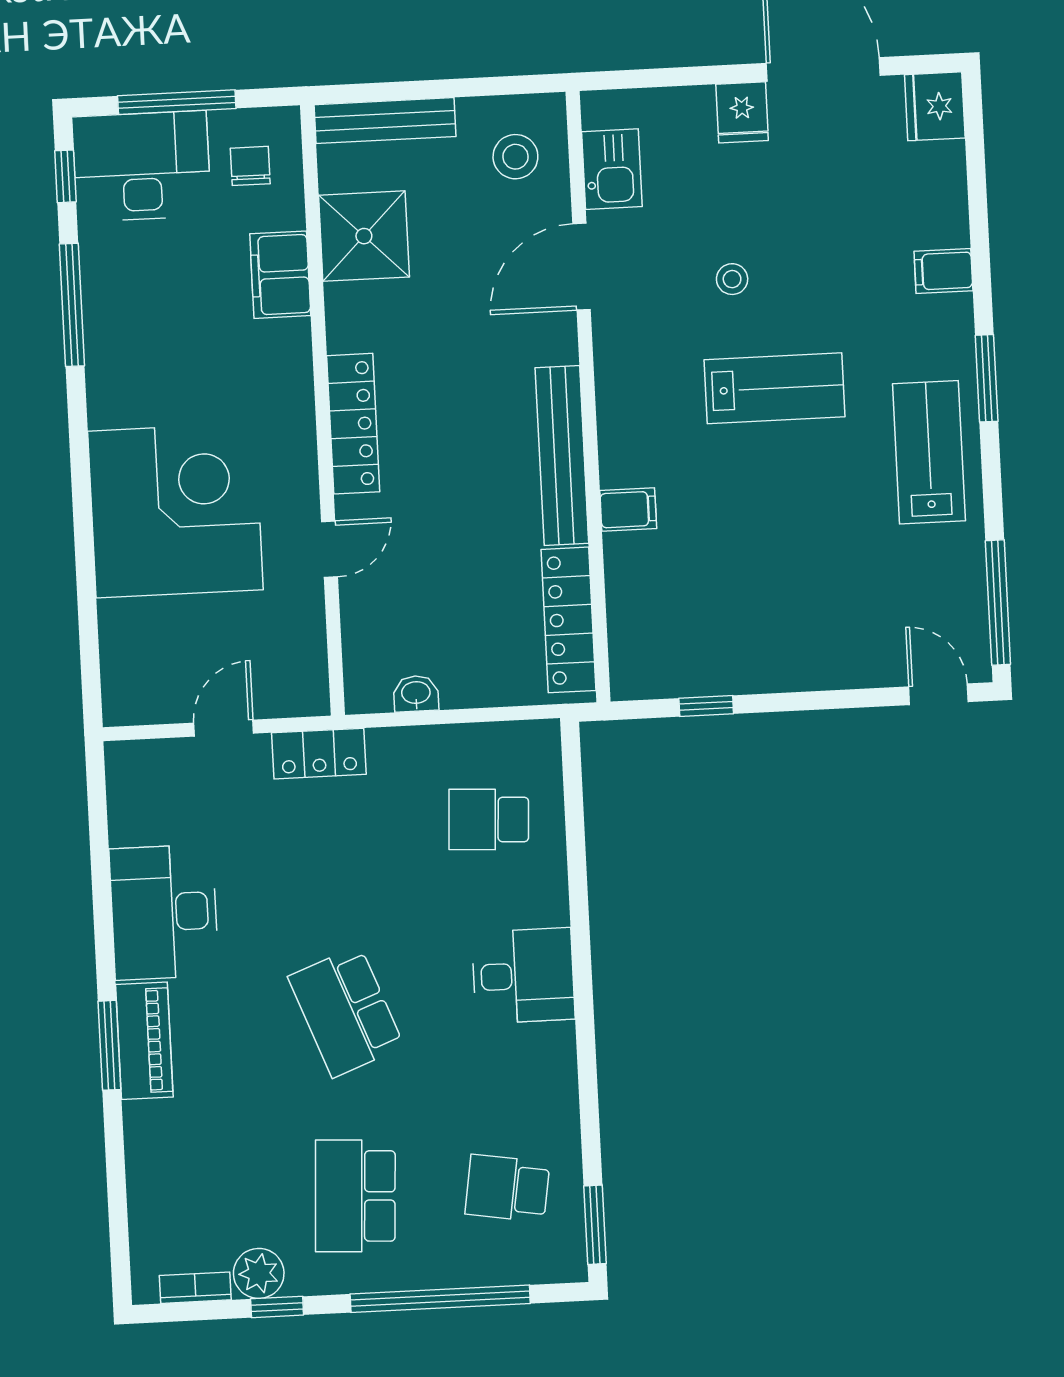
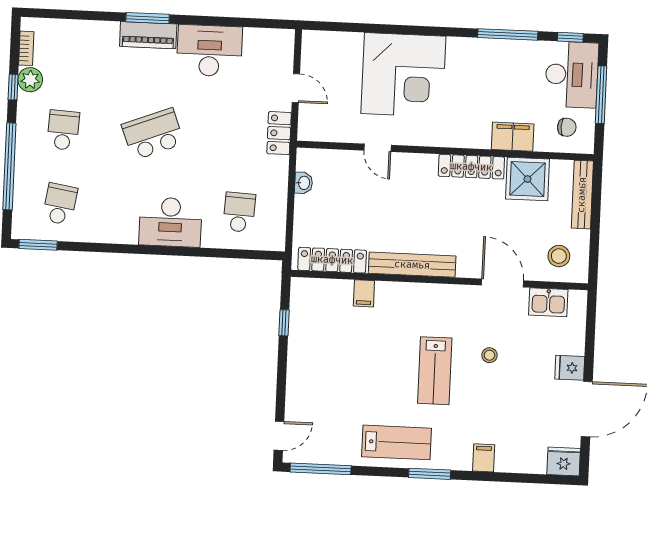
locker: (353, 424) -> (471, 167), moved
filing cabinet: (628, 510) -> (364, 293), moved
desk: (523, 976) -> (170, 222), width x1.37
school desk: (355, 1196) -> (63, 130), width x0.54

